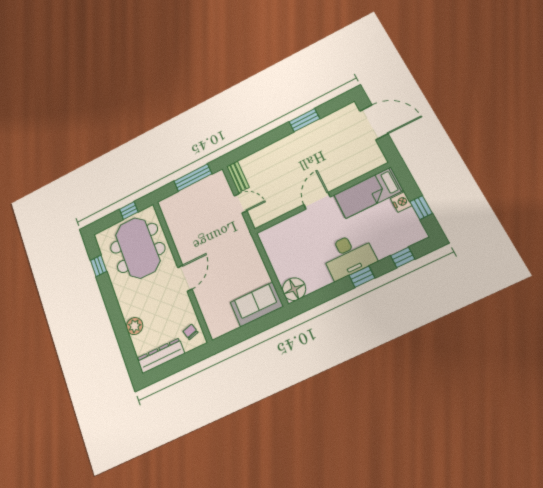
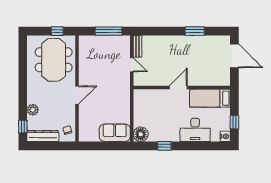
nightstand: (401, 202) -> (225, 136), moved
desk: (348, 256) -> (195, 130), moved
window: (403, 257) -> (210, 146), removed
window: (99, 266) -> (23, 127), moved
window: (362, 277) -> (164, 146), moved

